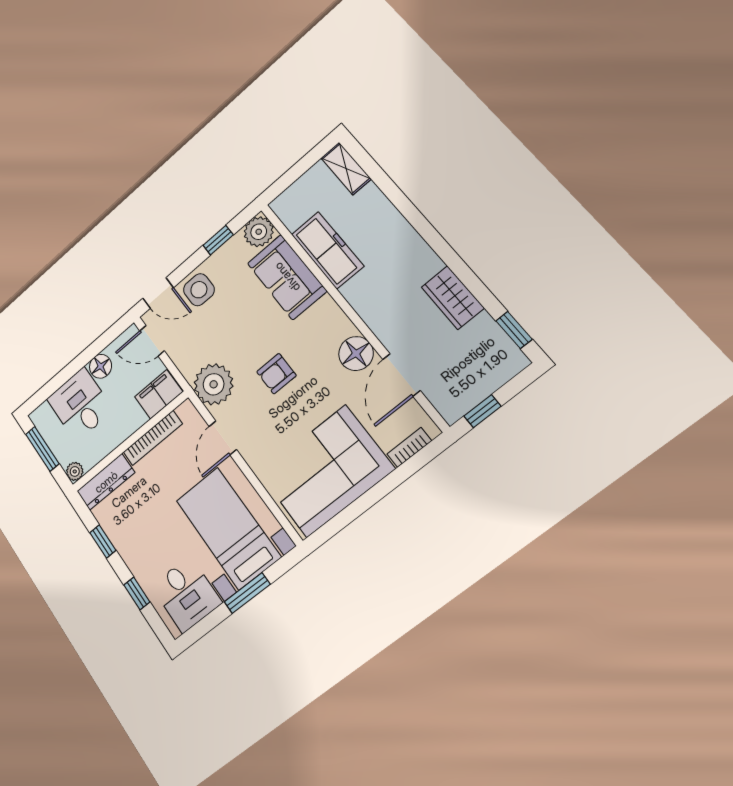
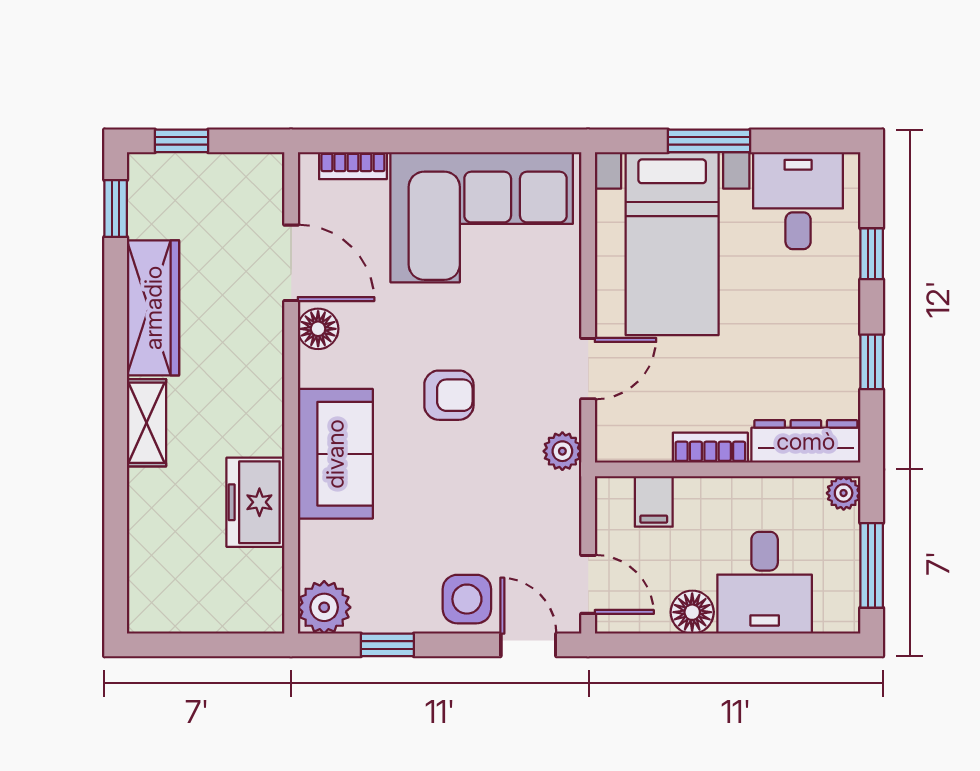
shelving: (346, 168) -> (146, 423), moved
freezer: (327, 250) -> (255, 502), width x0.71
sofa: (287, 277) -> (335, 454), moved
wardrobe: (453, 298) -> (153, 308), width x1.50
floor lamp: (356, 354) -> (318, 329), width x0.73, depth x0.73
door: (401, 375) -> (291, 263), hinge flipped
plant: (214, 384) -> (562, 451), width x0.53, depth x0.53
filing cabinet: (159, 394) -> (654, 501), width x0.50
window: (482, 411) -> (181, 141), moved
bookcase: (153, 438) -> (710, 448), width x0.64

